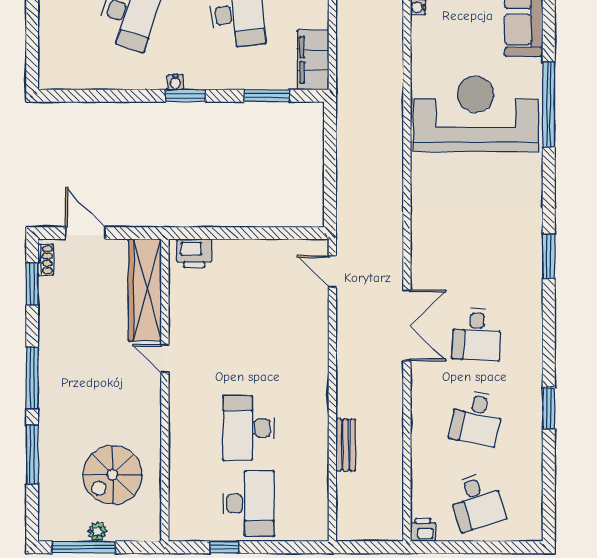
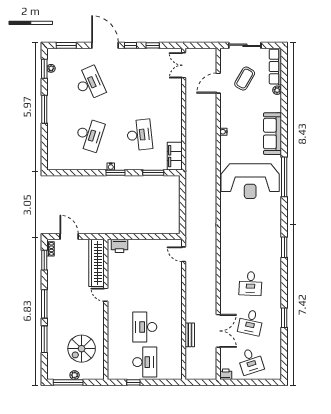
reception desk: (476, 114) -> (250, 181), turned 180
double door: (407, 325) -> (218, 331), moved

